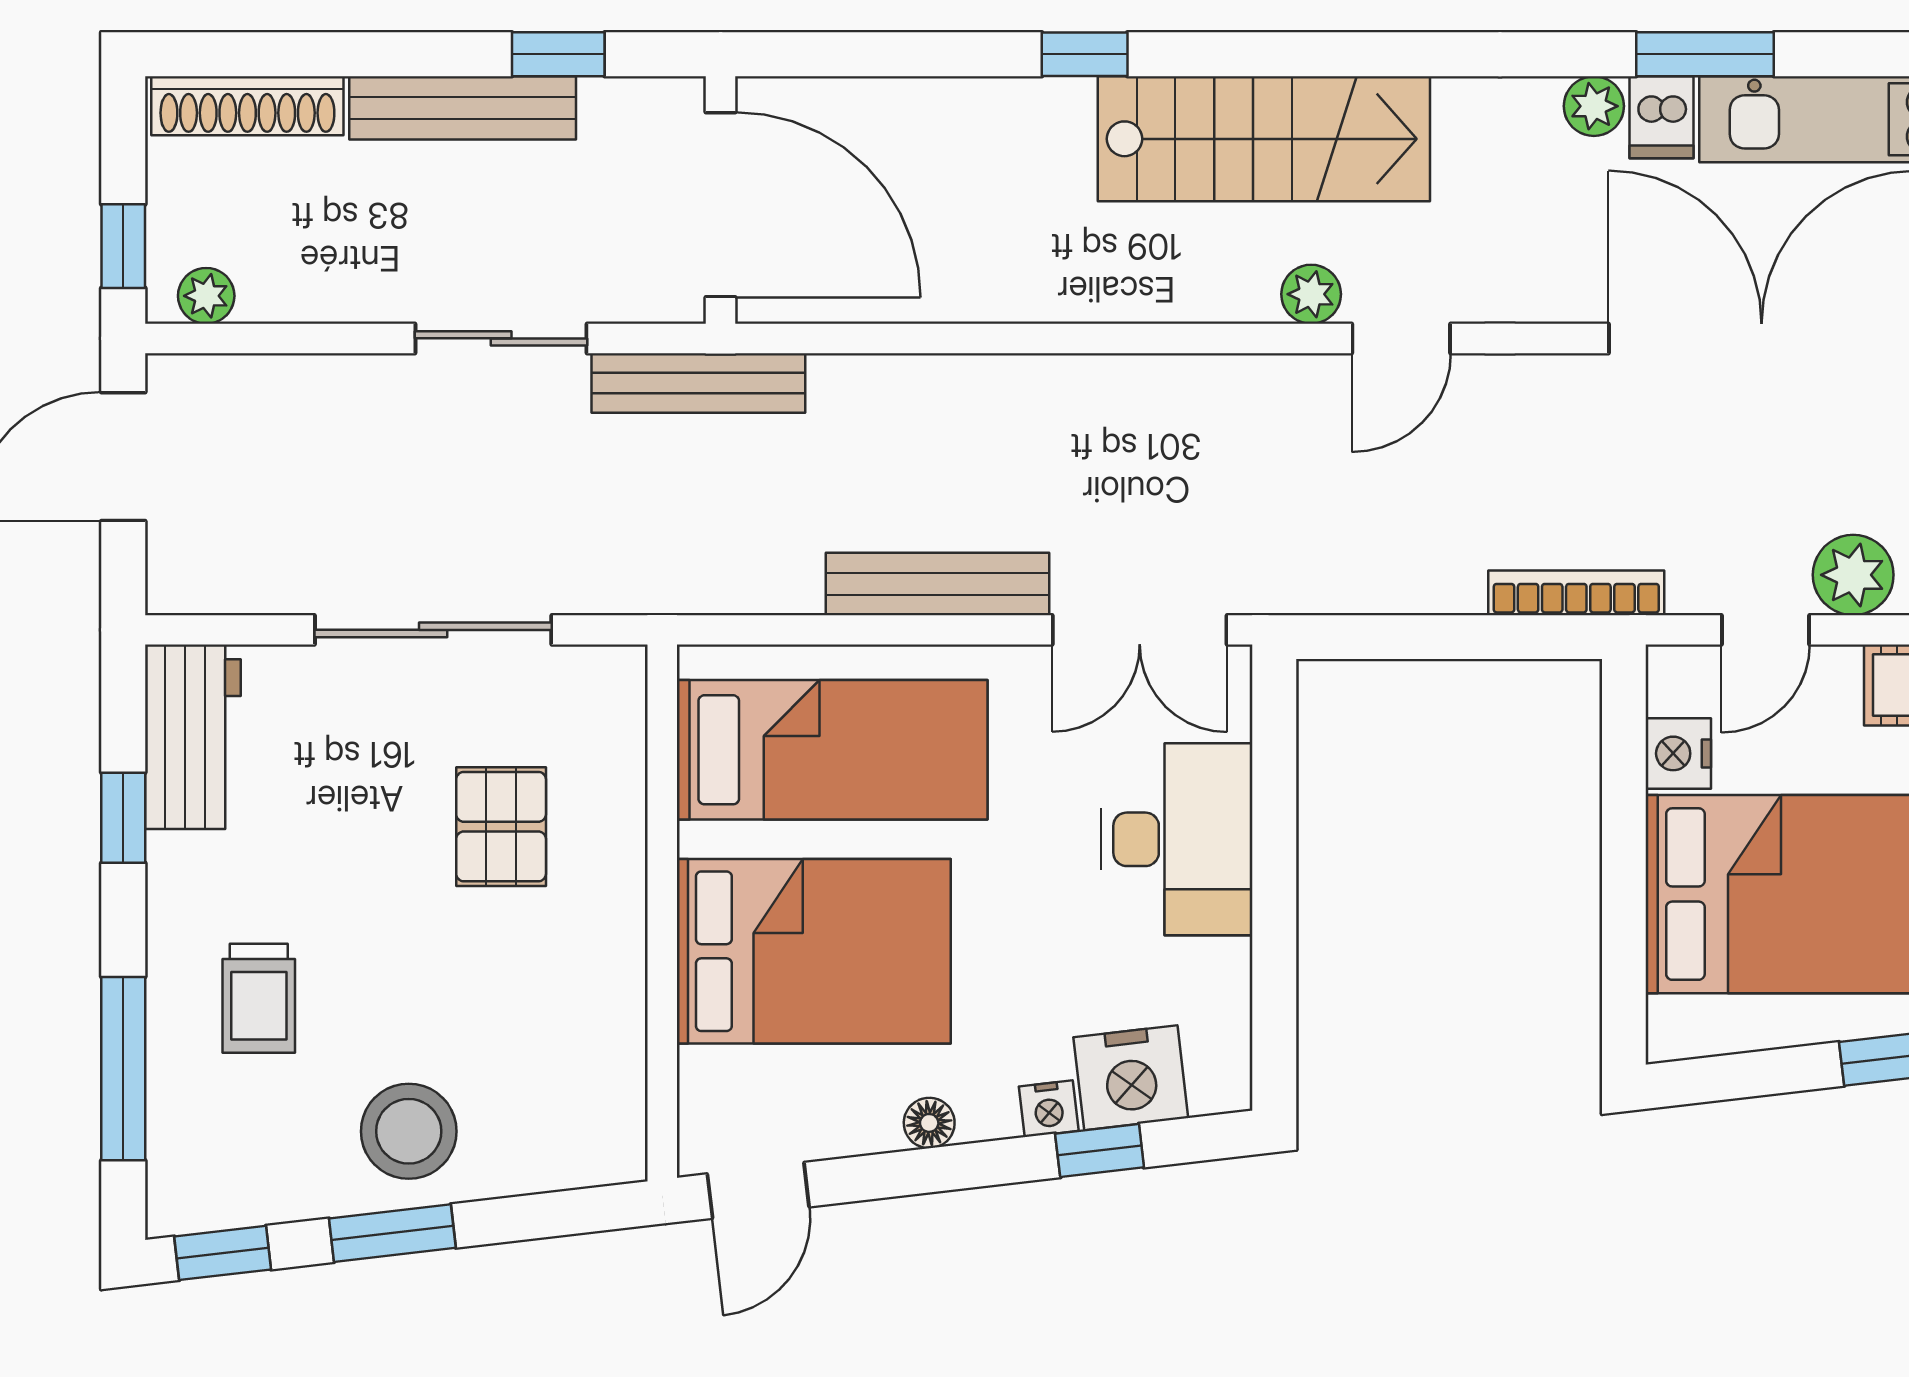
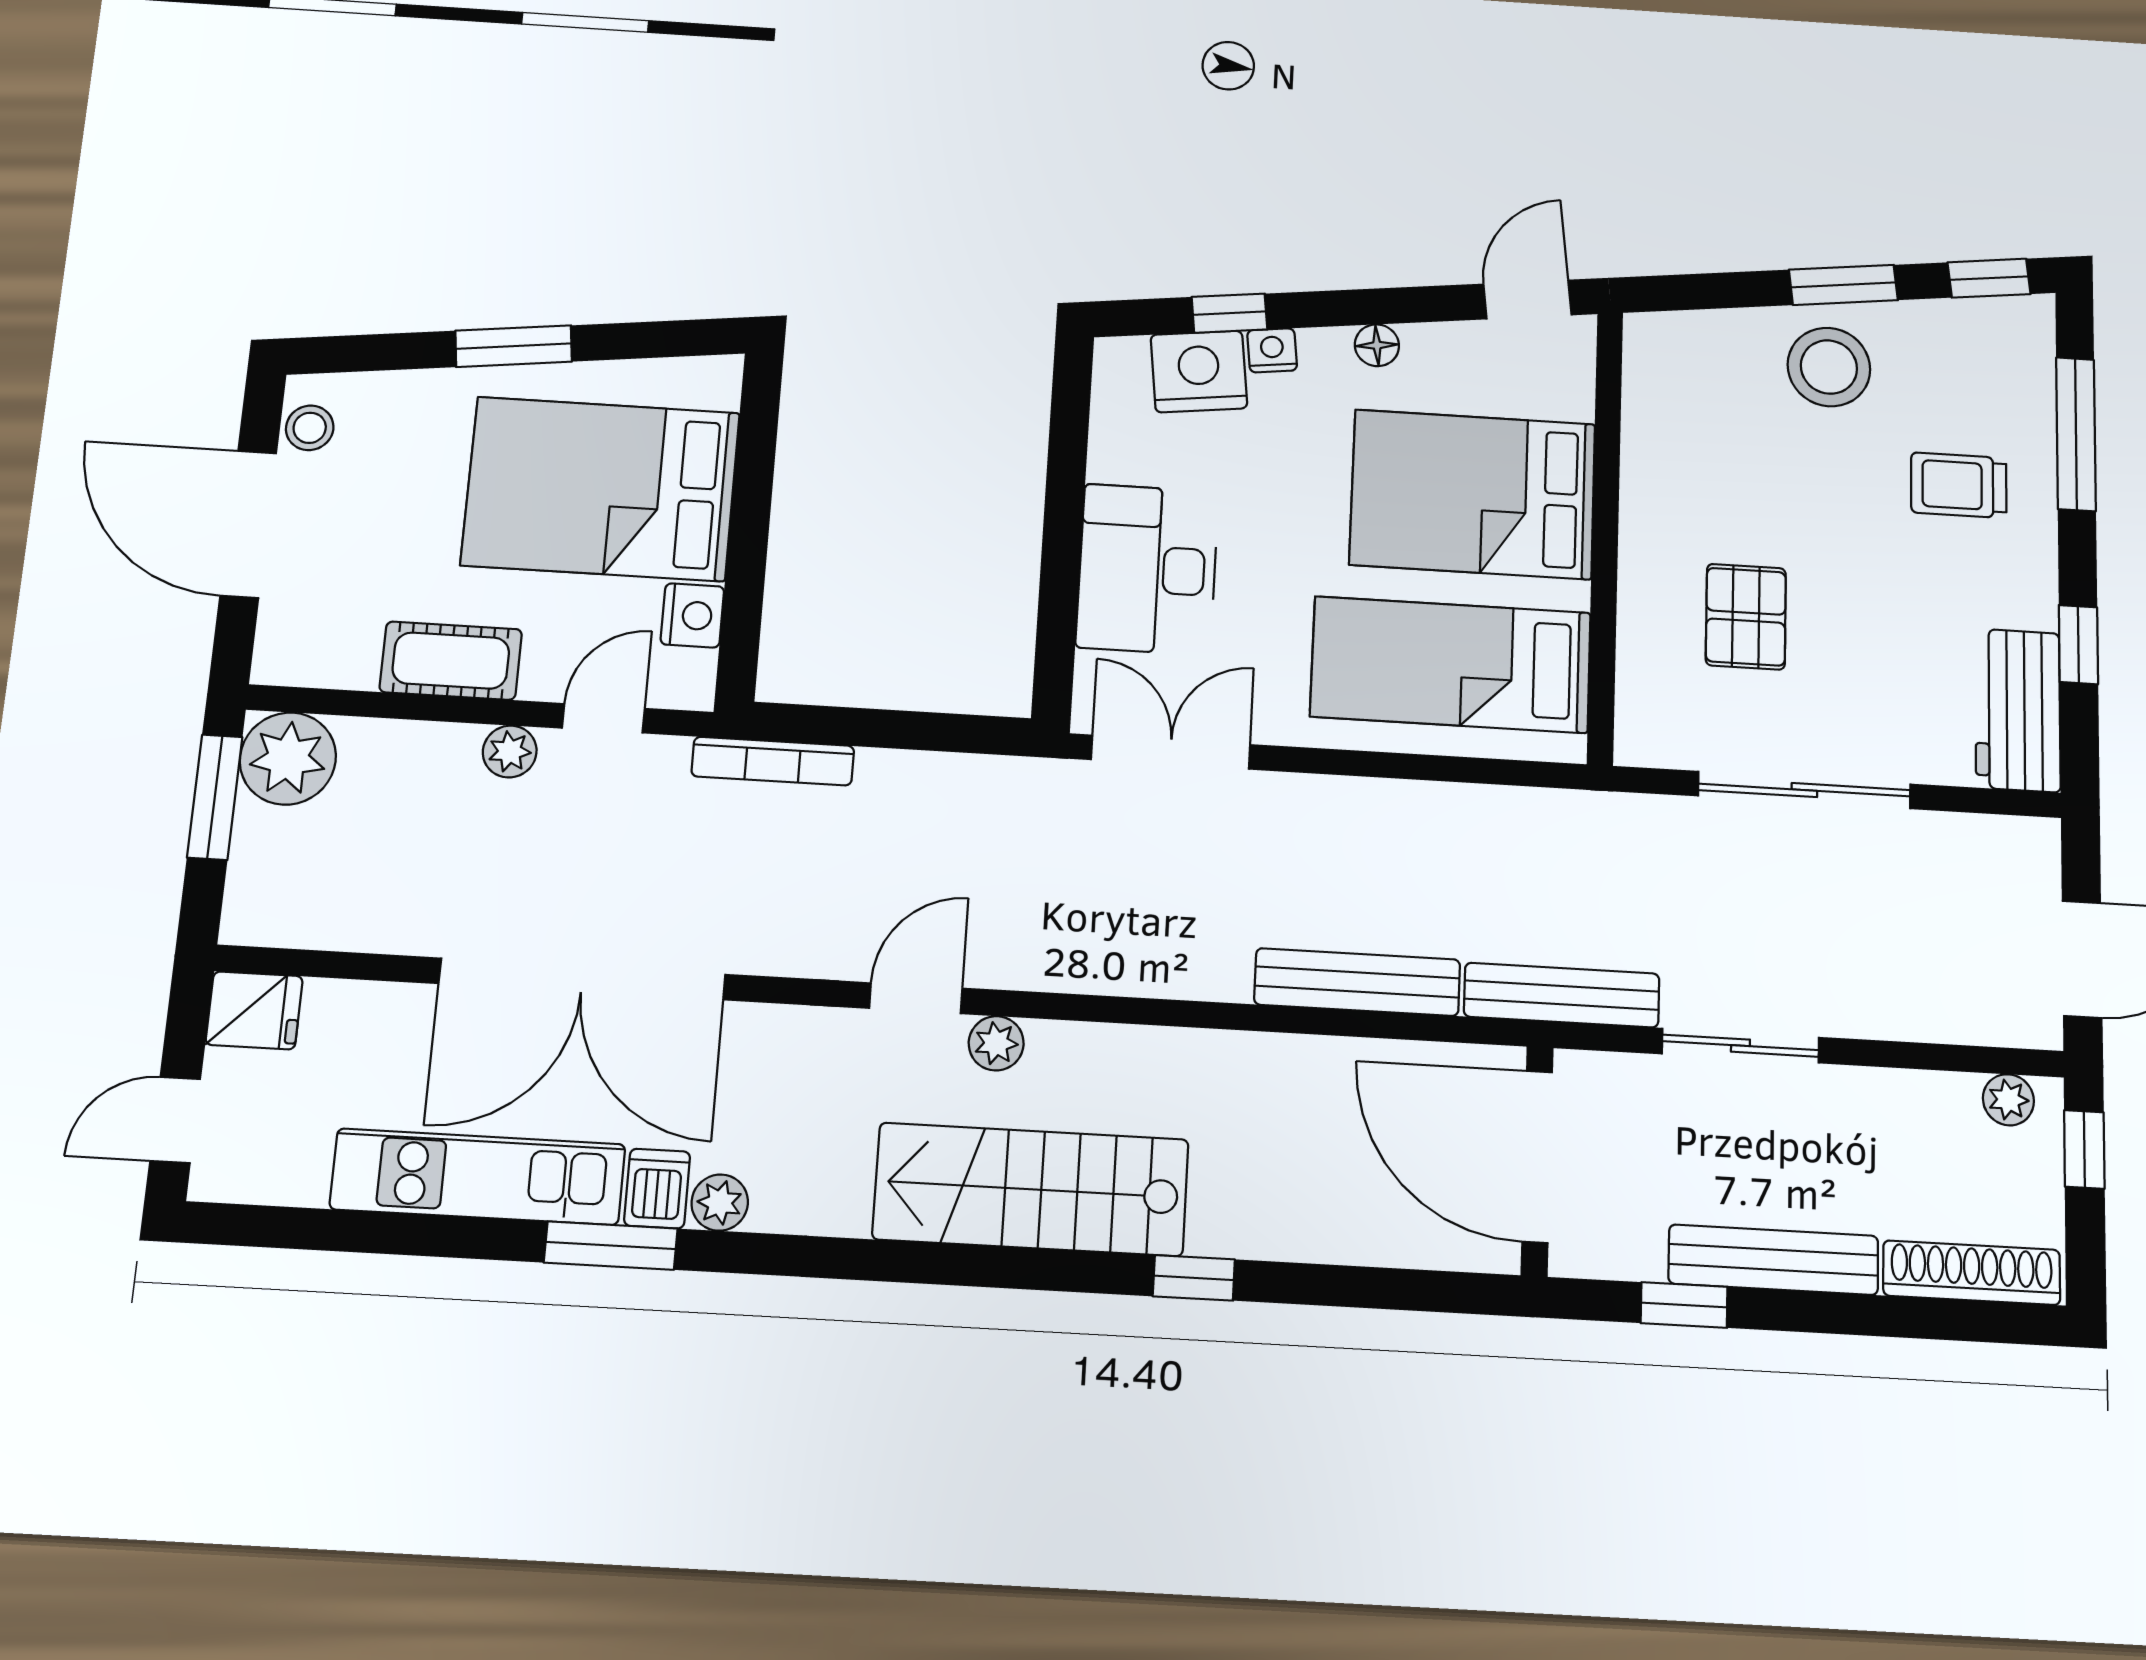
plant: (1853, 575) -> (510, 752), width x0.73, depth x0.73
bench: (937, 584) -> (1357, 982), moved
trolley: (259, 998) -> (1959, 485), turned -90

